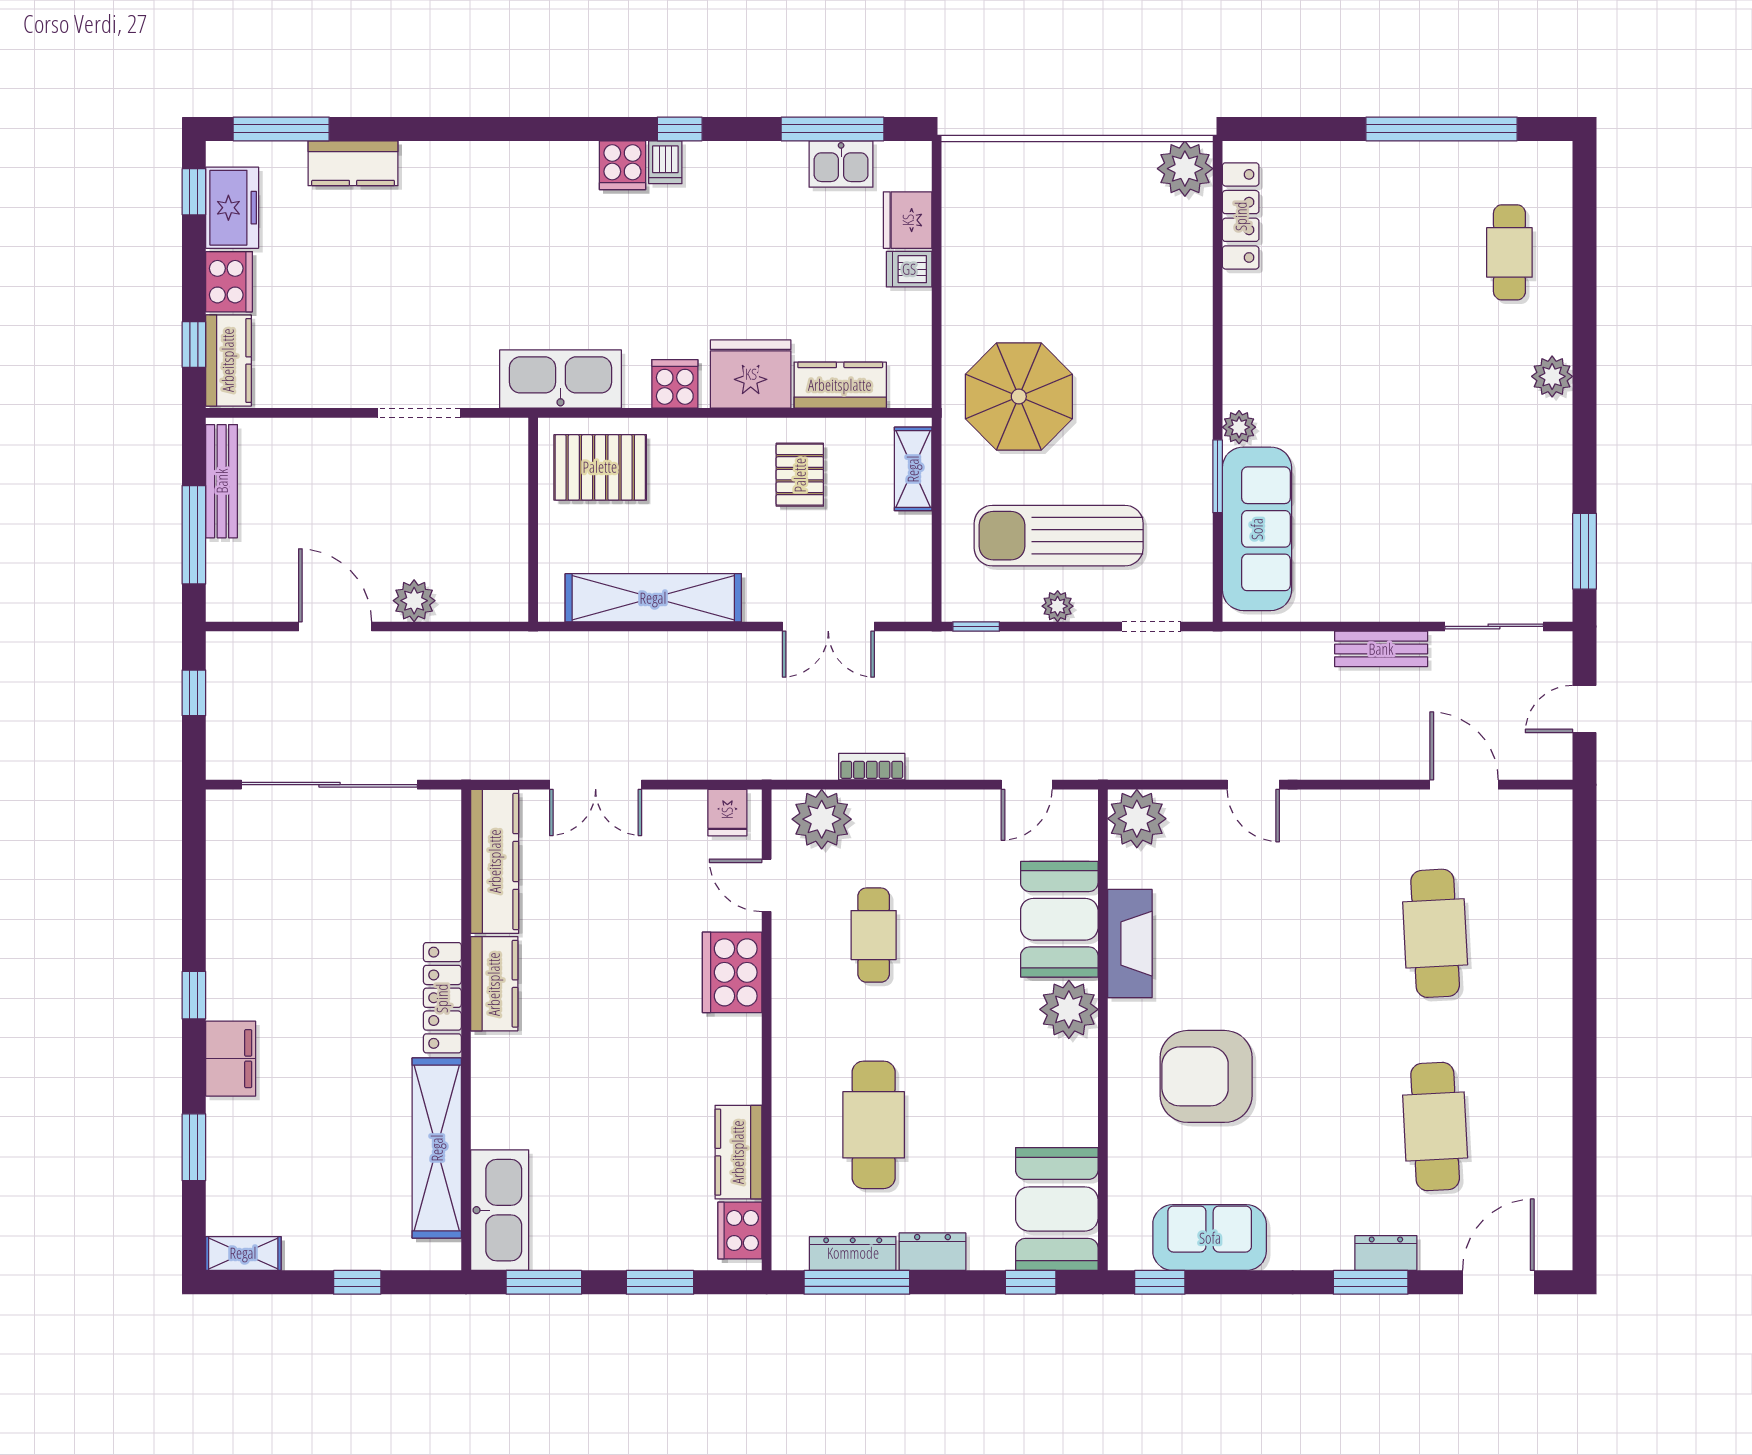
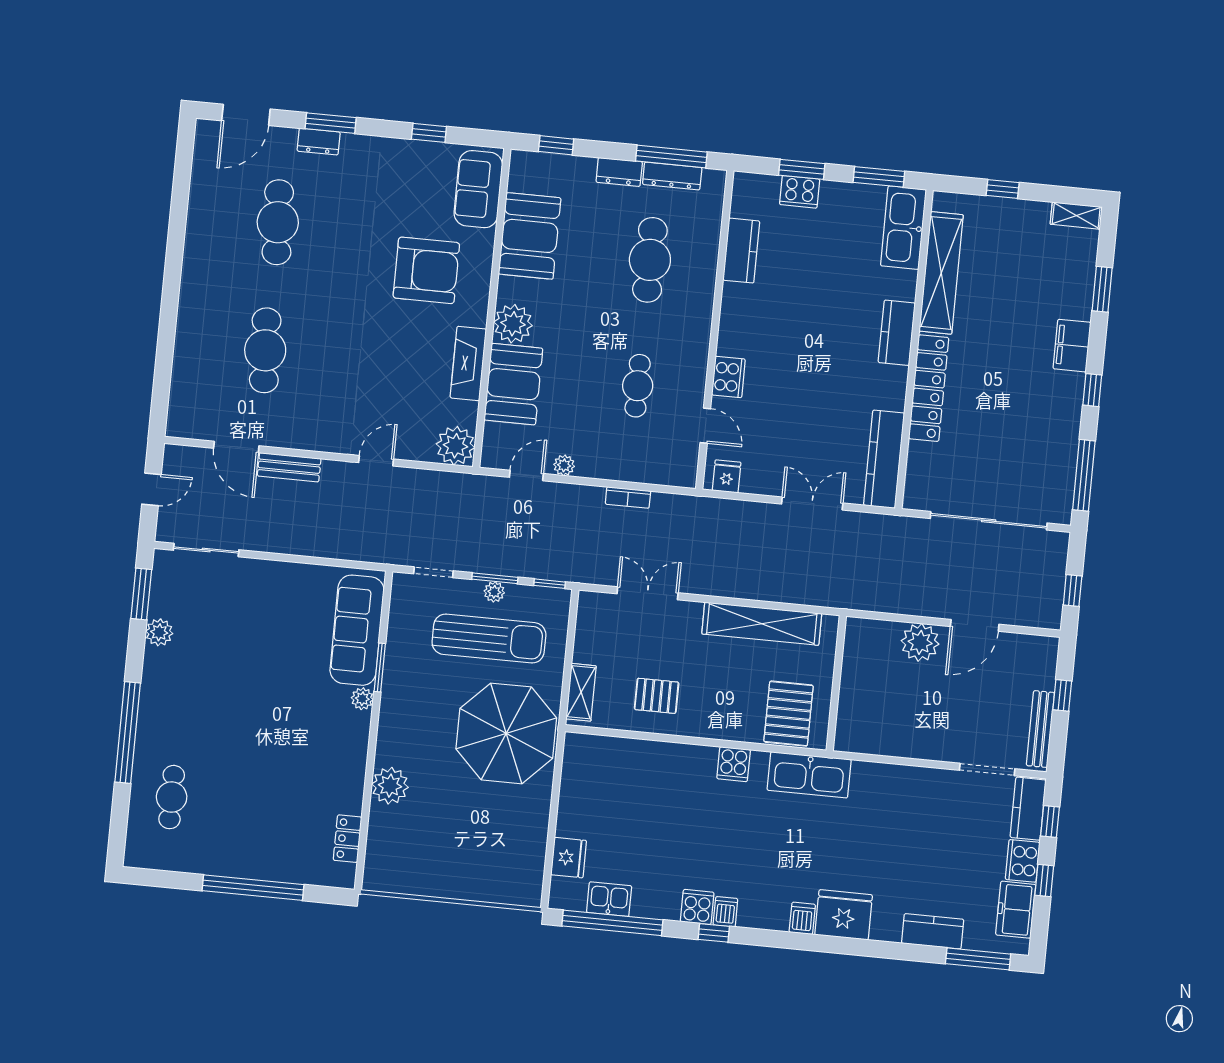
window: (833, 129) -> (612, 923), width x1.46
window: (1442, 129) -> (253, 888), moved
cooker: (622, 165) -> (697, 907), moved
plant: (1185, 169) -> (390, 786), moved
window: (194, 192) -> (1044, 881), moved
locker: (1241, 216) -> (348, 839), width x0.66
dishwasher: (909, 269) -> (802, 918), moved, turned -90
window: (1585, 342) -> (128, 733), added
fridge: (751, 374) -> (844, 915), moved, turned 180
plant: (1552, 376) -> (159, 632), moved
kitchen counter: (840, 385) -> (624, 753), removed
parasol: (1019, 397) -> (506, 733), width x1.36, depth x1.36
doorway: (419, 413) -> (987, 770), moved
pallet: (600, 467) -> (789, 714), turned 90
pallet: (800, 475) -> (657, 696), turned 90
window: (194, 535) -> (1062, 695), width x0.46
plant: (414, 601) -> (920, 642), width x1.36, depth x1.36
door: (335, 626) -> (975, 625), hinge flipped
window: (1059, 626) -> (495, 578), added
bench: (1381, 649) -> (289, 467), moved
door: (1253, 785) -> (376, 461), hinge flipped
plant: (822, 819) -> (564, 465), moved, width x0.53, depth x0.53
window: (194, 867) -> (1084, 475), added
cooker: (732, 972) -> (728, 377), width x0.73, depth x0.76
kitchen counter: (494, 984) -> (897, 333), moved
locker: (442, 998) -> (929, 388), width x1.41, depth x1.21
booth: (1057, 1209) -> (530, 236), moved
cooker: (740, 1230) -> (800, 192), moved, turned 90
sofa: (1210, 1238) -> (478, 189), moved, turned 90
window: (1160, 1282) -> (429, 133), moved

